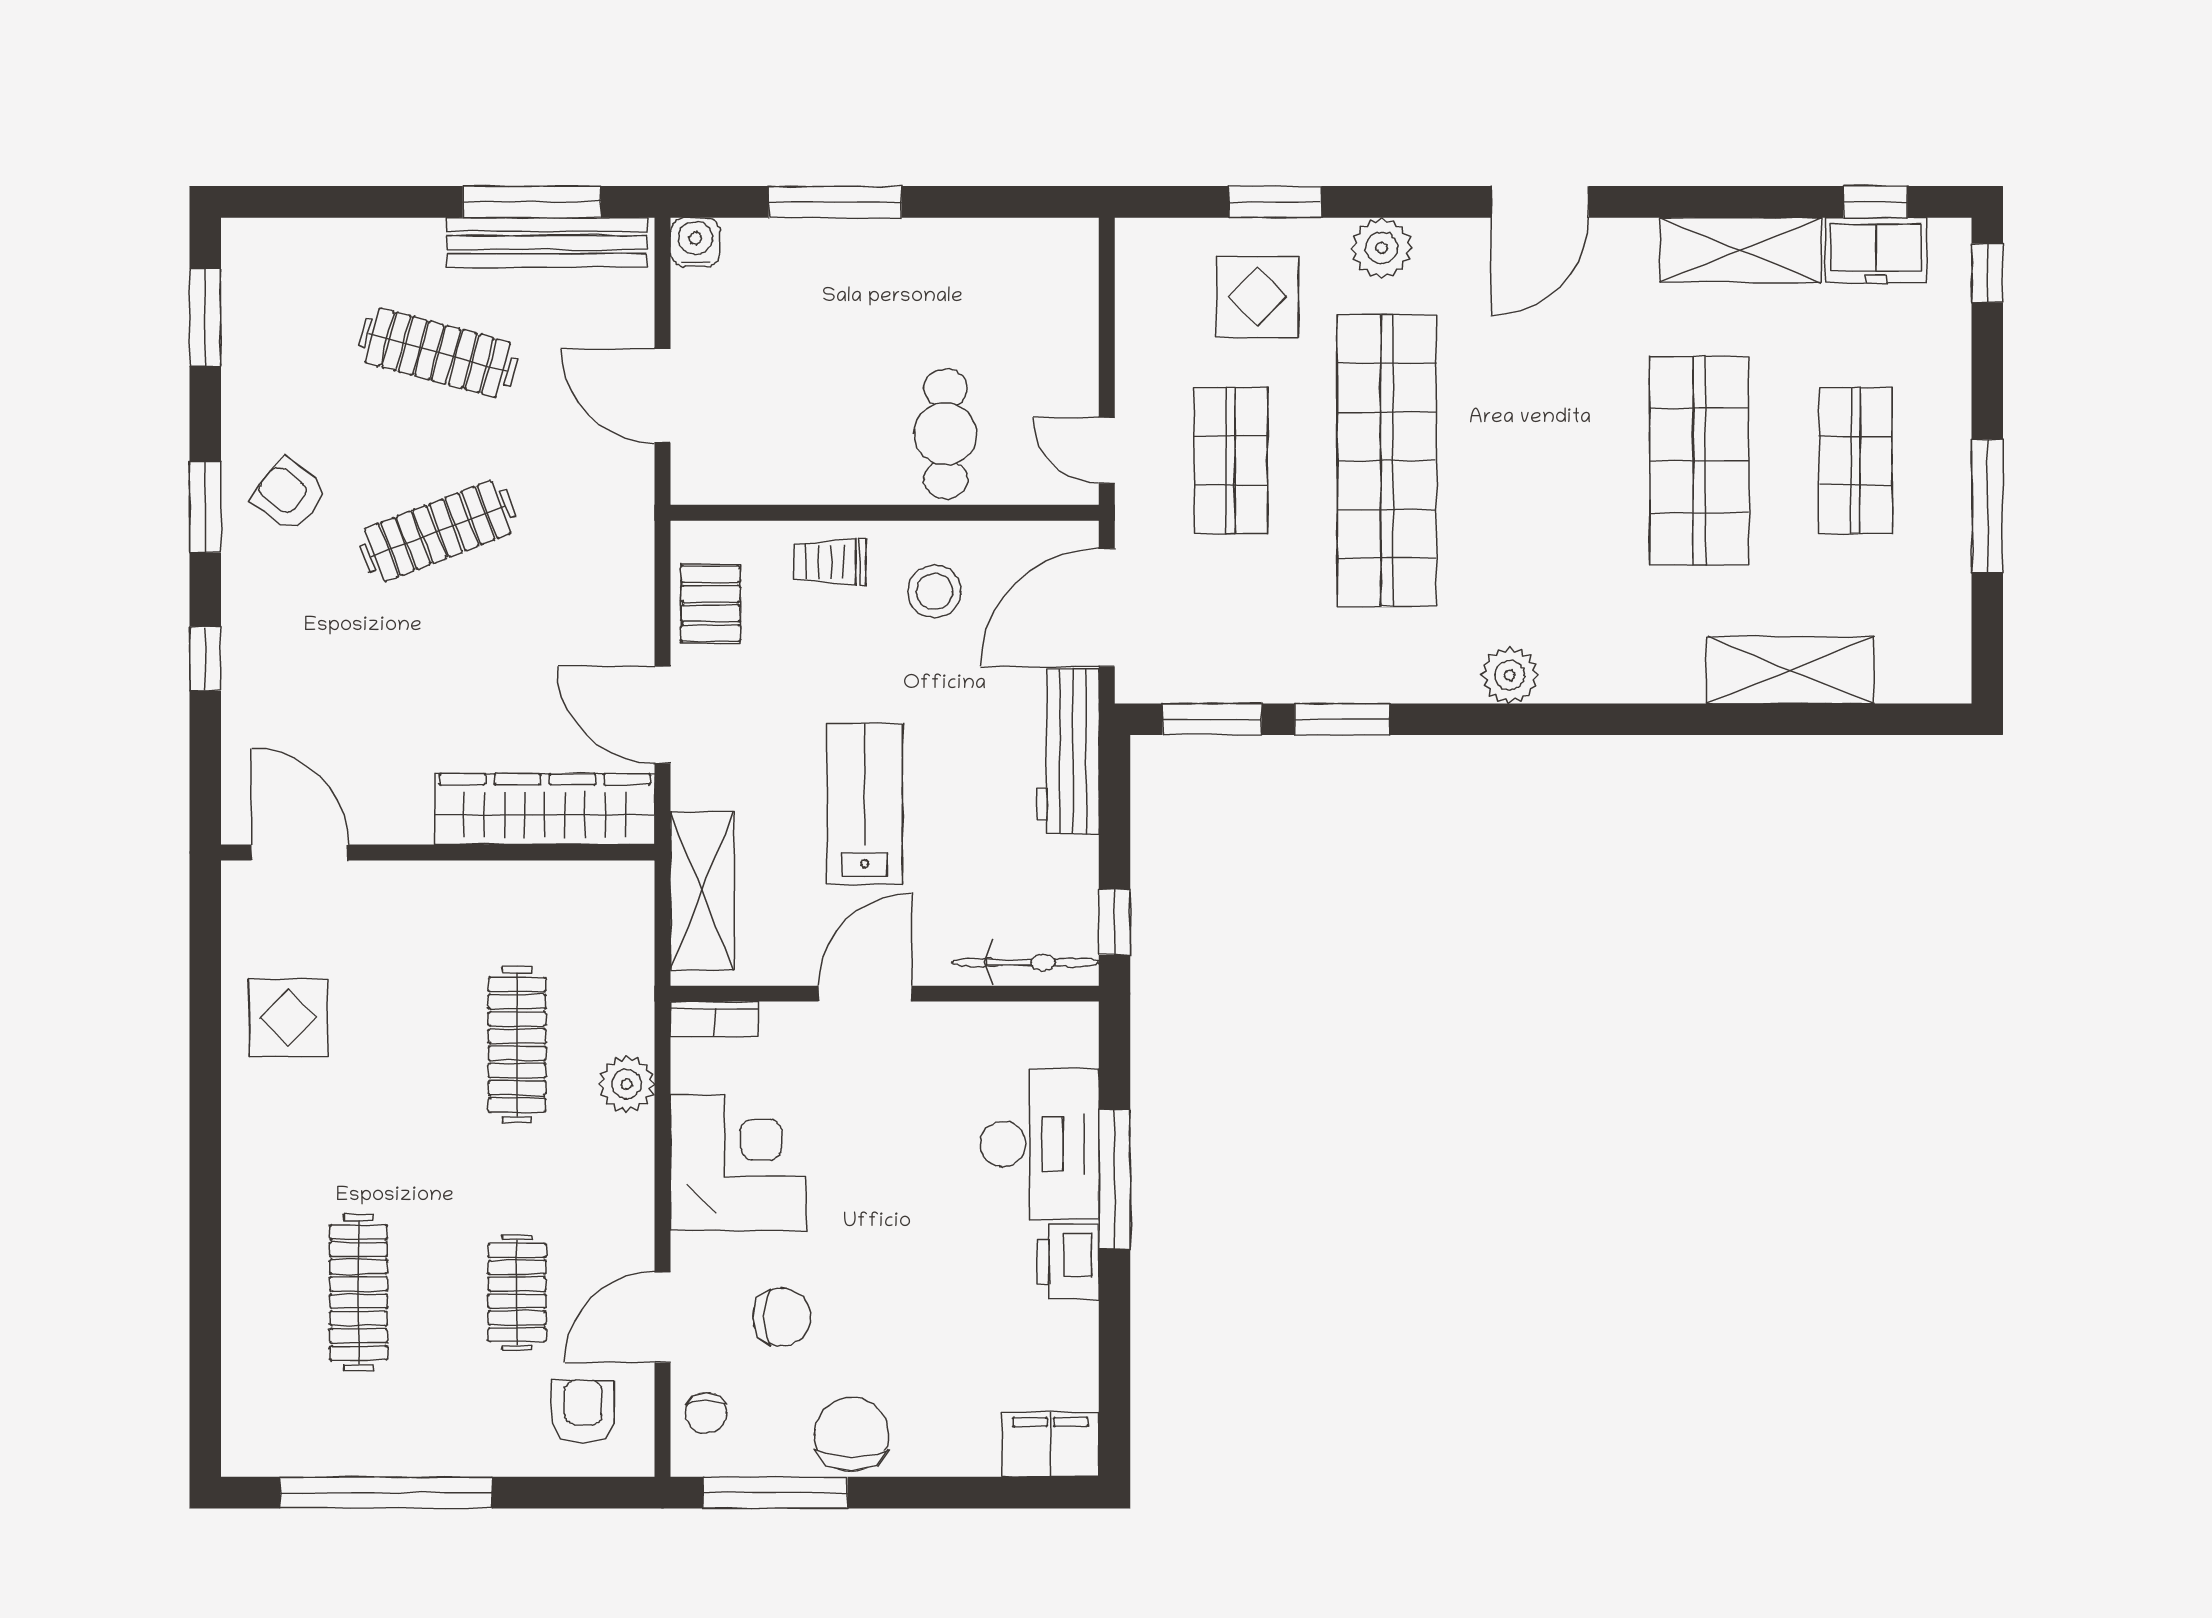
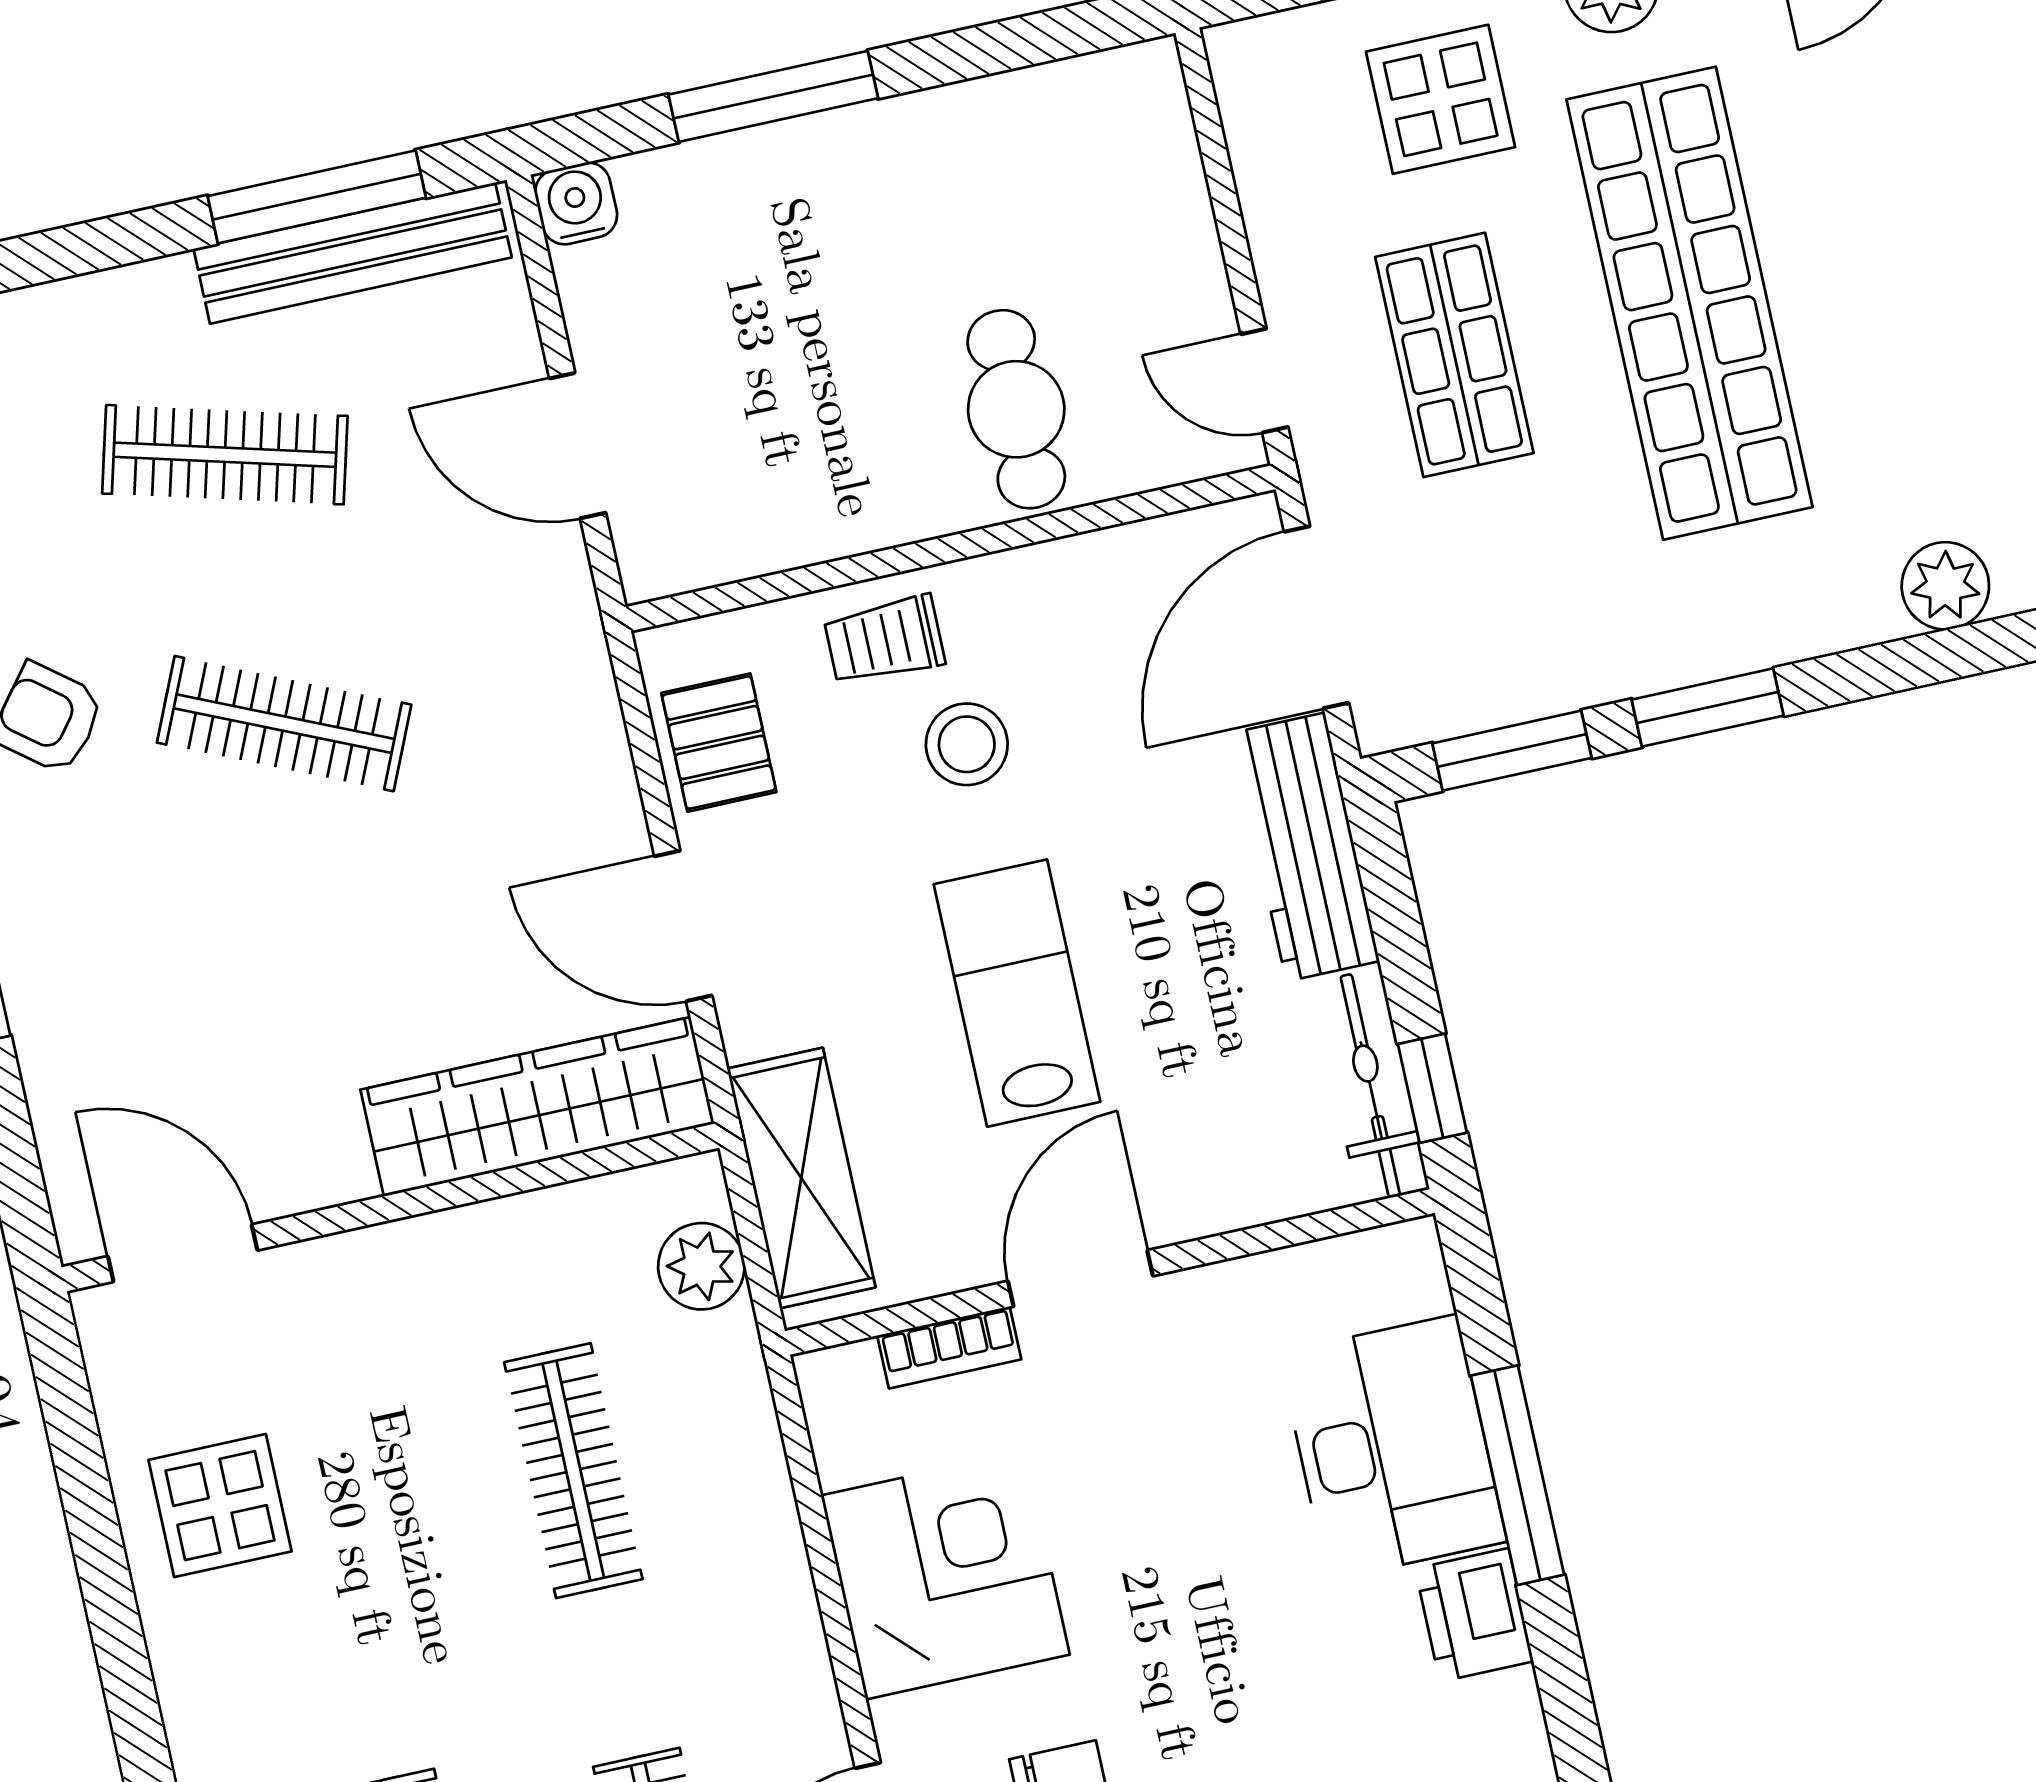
clothes rail: (438, 531) -> (284, 724), turned 45
stool: (934, 591) -> (967, 744), moved
bicycle: (1025, 962) -> (1370, 1086), moved, turned -90
bookcase: (714, 1019) -> (949, 1347), moved
plant: (627, 1084) -> (701, 1266), moved

